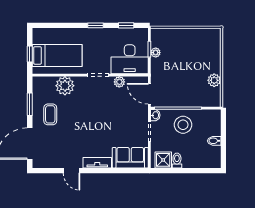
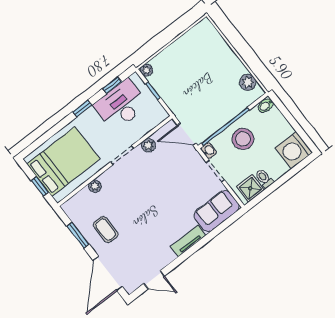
plant: (156, 53) -> (146, 70), moved
bed: (57, 55) -> (63, 161), width x1.50
desk: (130, 59) -> (121, 105), moved, turned 180
plant: (214, 80) -> (248, 82), moved
plant: (65, 86) -> (95, 186), width x0.53, depth x0.53
bidet: (214, 141) -> (266, 106), moved
washing machine: (210, 157) -> (294, 150), added
door: (72, 171) -> (154, 280), moved

